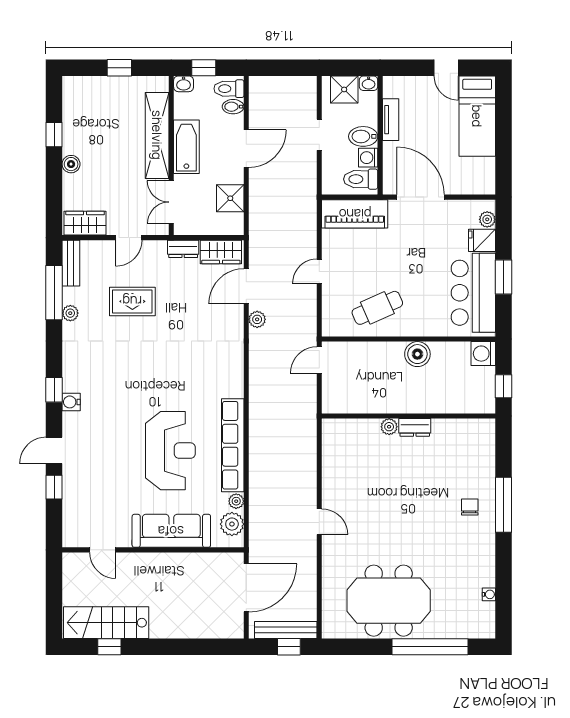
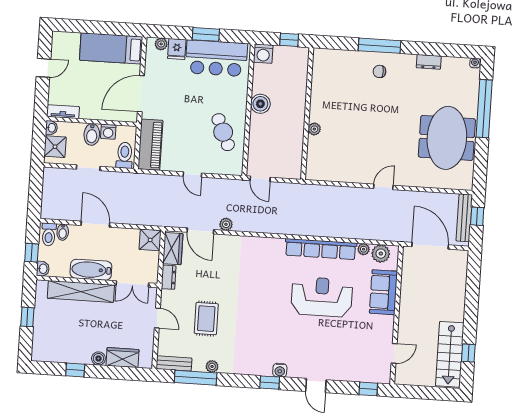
bed: (477, 116) -> (111, 48), moved, turned 180
tv unit: (391, 120) -> (63, 112), moved
toilet: (361, 179) -> (125, 155), moved, turned 180
shower: (230, 198) -> (150, 240), moved
wardrobe: (85, 223) -> (122, 358), moved, turned 90
dresser: (415, 427) -> (429, 62), moved, turned 90
window: (54, 487) -> (368, 389), moved
sofa: (171, 531) -> (383, 292), width x0.73
water cooler: (489, 594) -> (475, 63), moved

